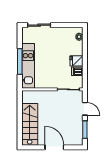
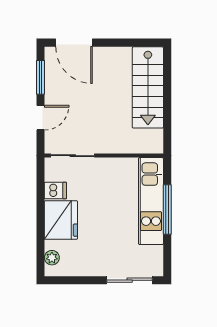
fridge: (77, 61) -> (61, 220), width x1.88, depth x1.34
door: (85, 109) -> (41, 118), swing flipped
door: (54, 147) -> (74, 43), moved

